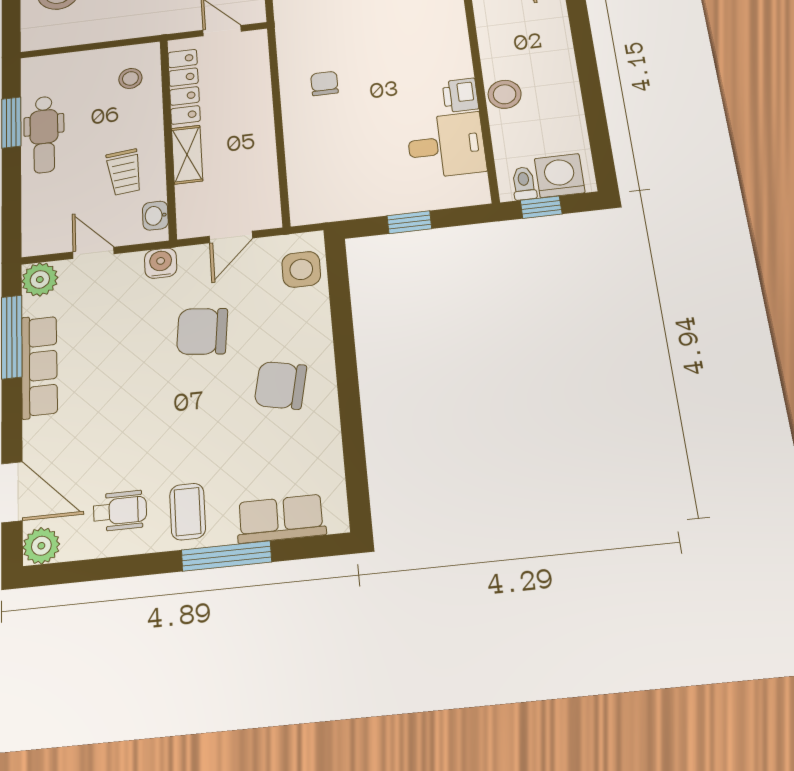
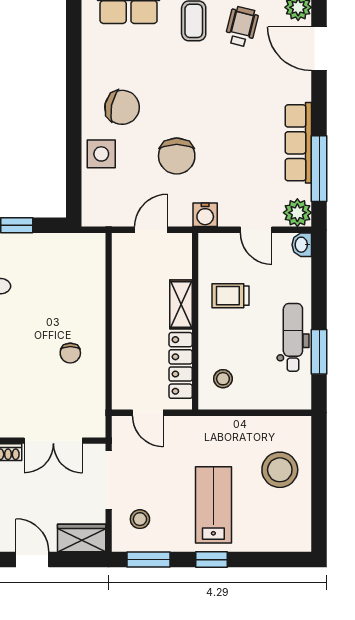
trolley: (124, 172) -> (230, 296), turned -84
washbasin: (155, 216) -> (302, 245), moved, turned 180
side table: (301, 269) -> (101, 154), moved
chair: (202, 331) -> (177, 156), turned 84
wheelchair: (120, 511) -> (242, 27), turned 104

